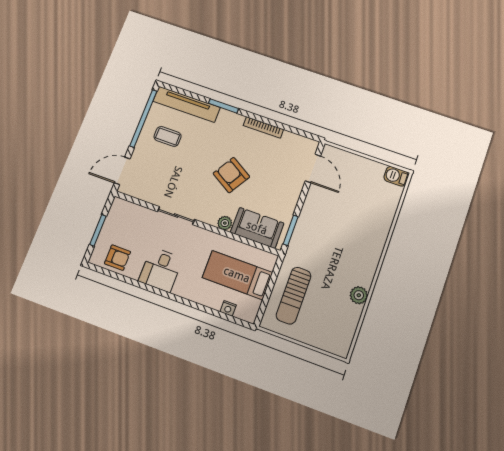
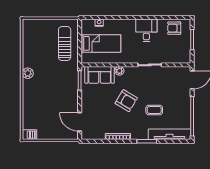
coffee table: (168, 136) -> (154, 110), moved
plant: (359, 295) -> (28, 73), moved

